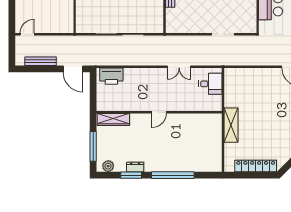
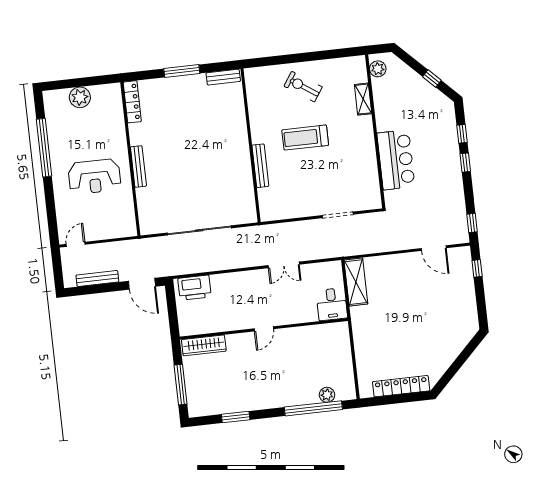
desk: (210, 84) -> (332, 304), moved, turned 90
shelving: (231, 125) -> (356, 282), moved
plant: (108, 166) -> (327, 395), moved
dresser: (135, 167) -> (240, 406), removed
window: (173, 175) -> (313, 408), moved

